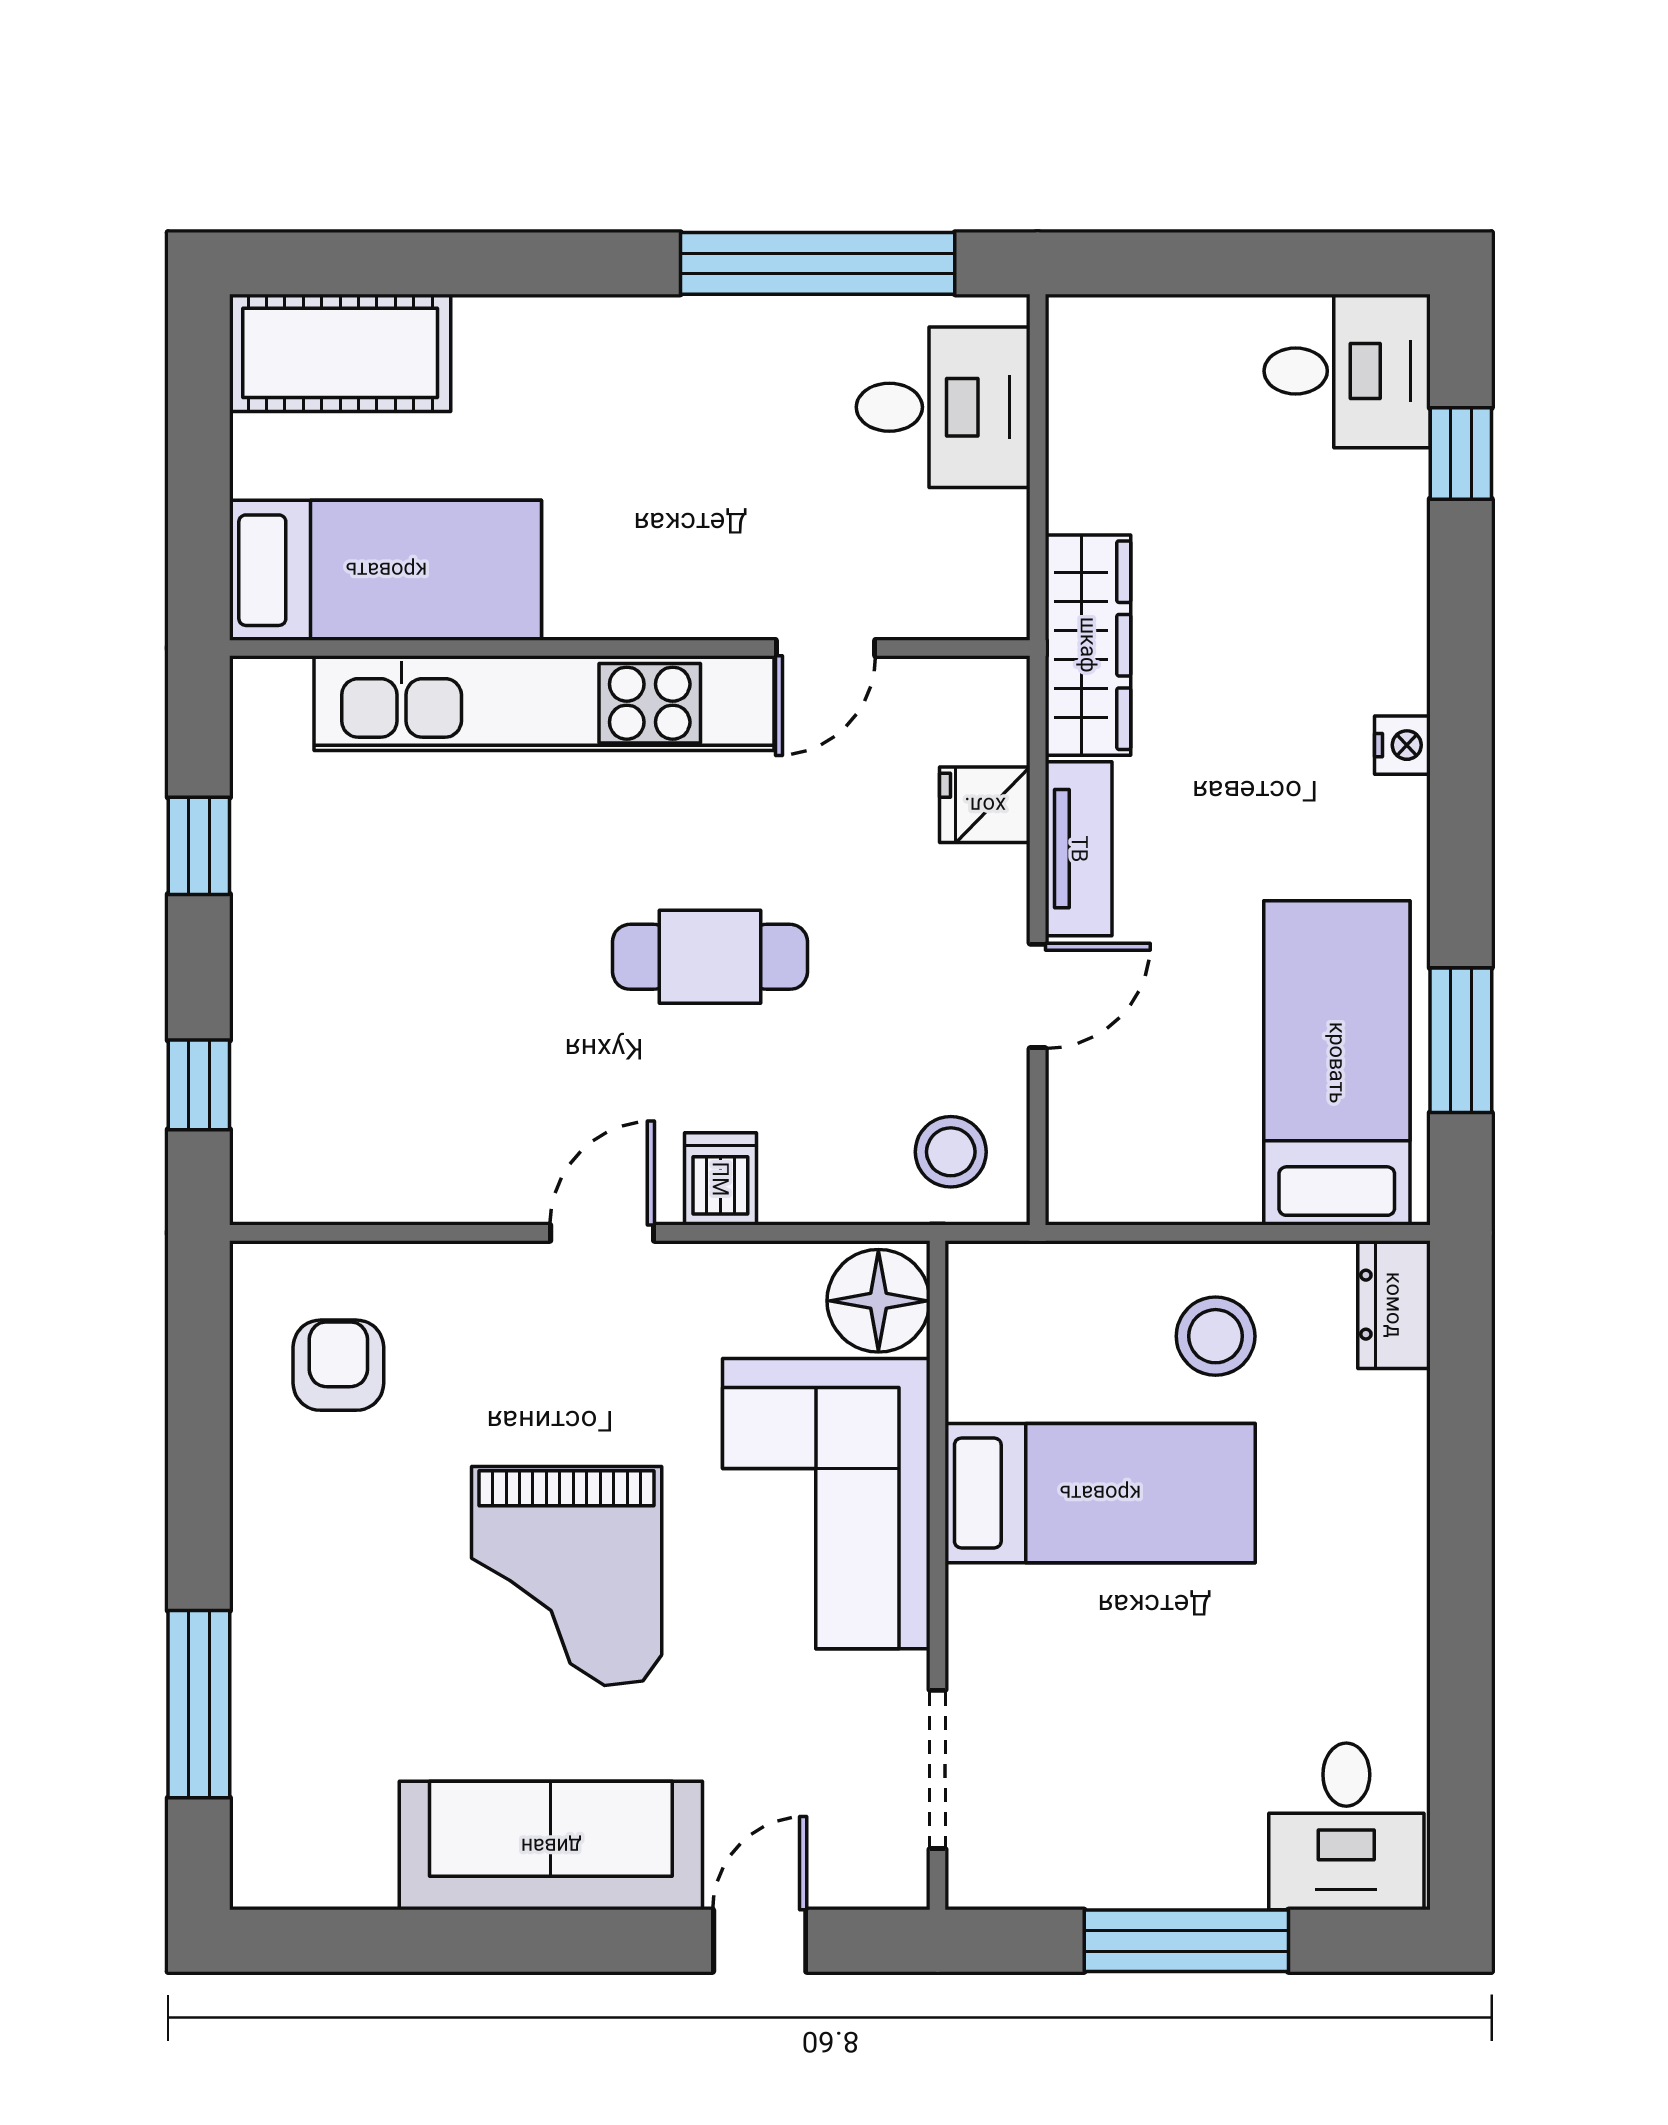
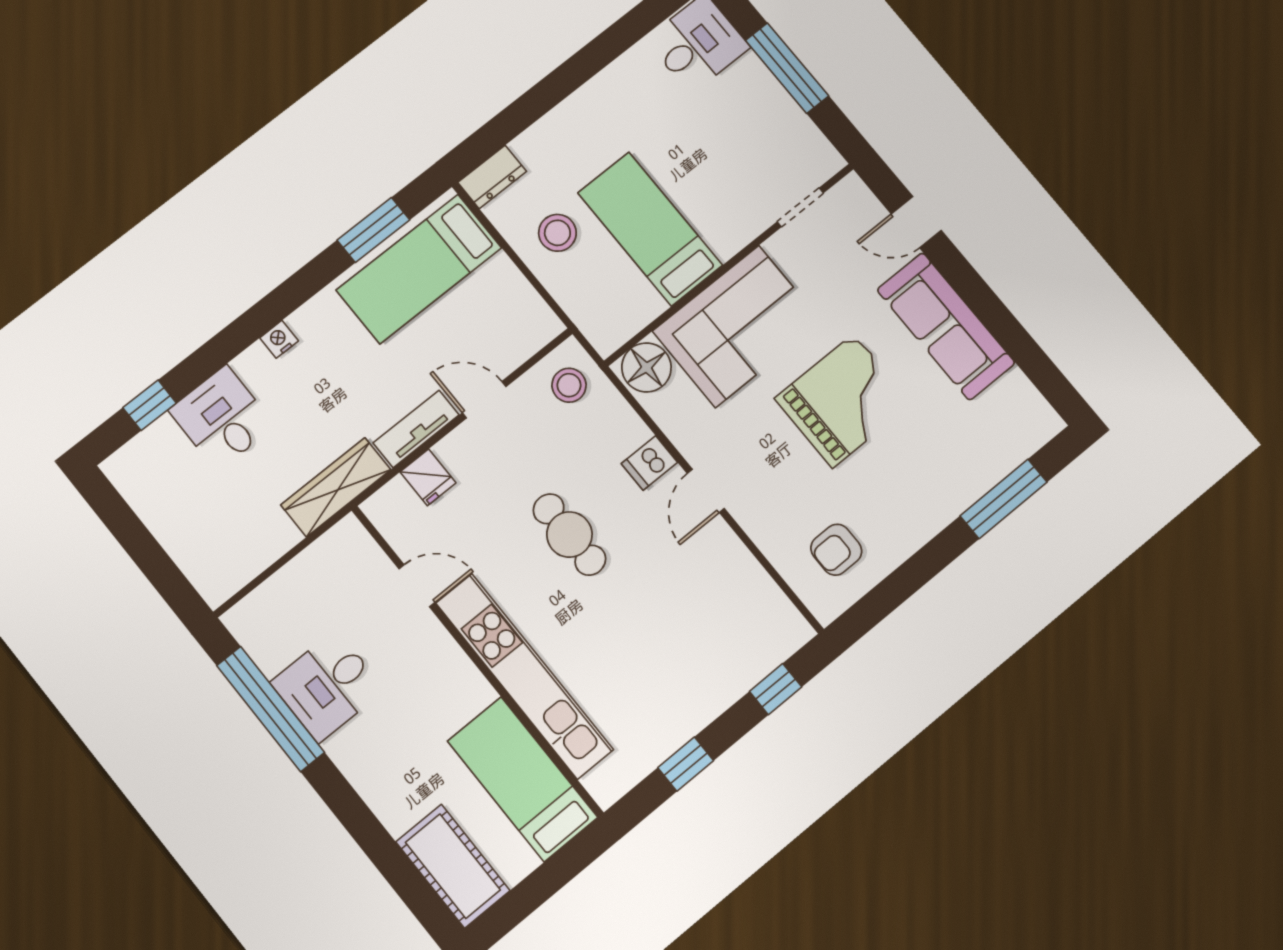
desk: (1347, 371) -> (222, 418), moved
desk: (943, 407) -> (327, 686), moved, turned -90
door: (602, 1233) -> (706, 491), hinge flipped
doorway: (938, 1769) -> (800, 207), width x0.73

